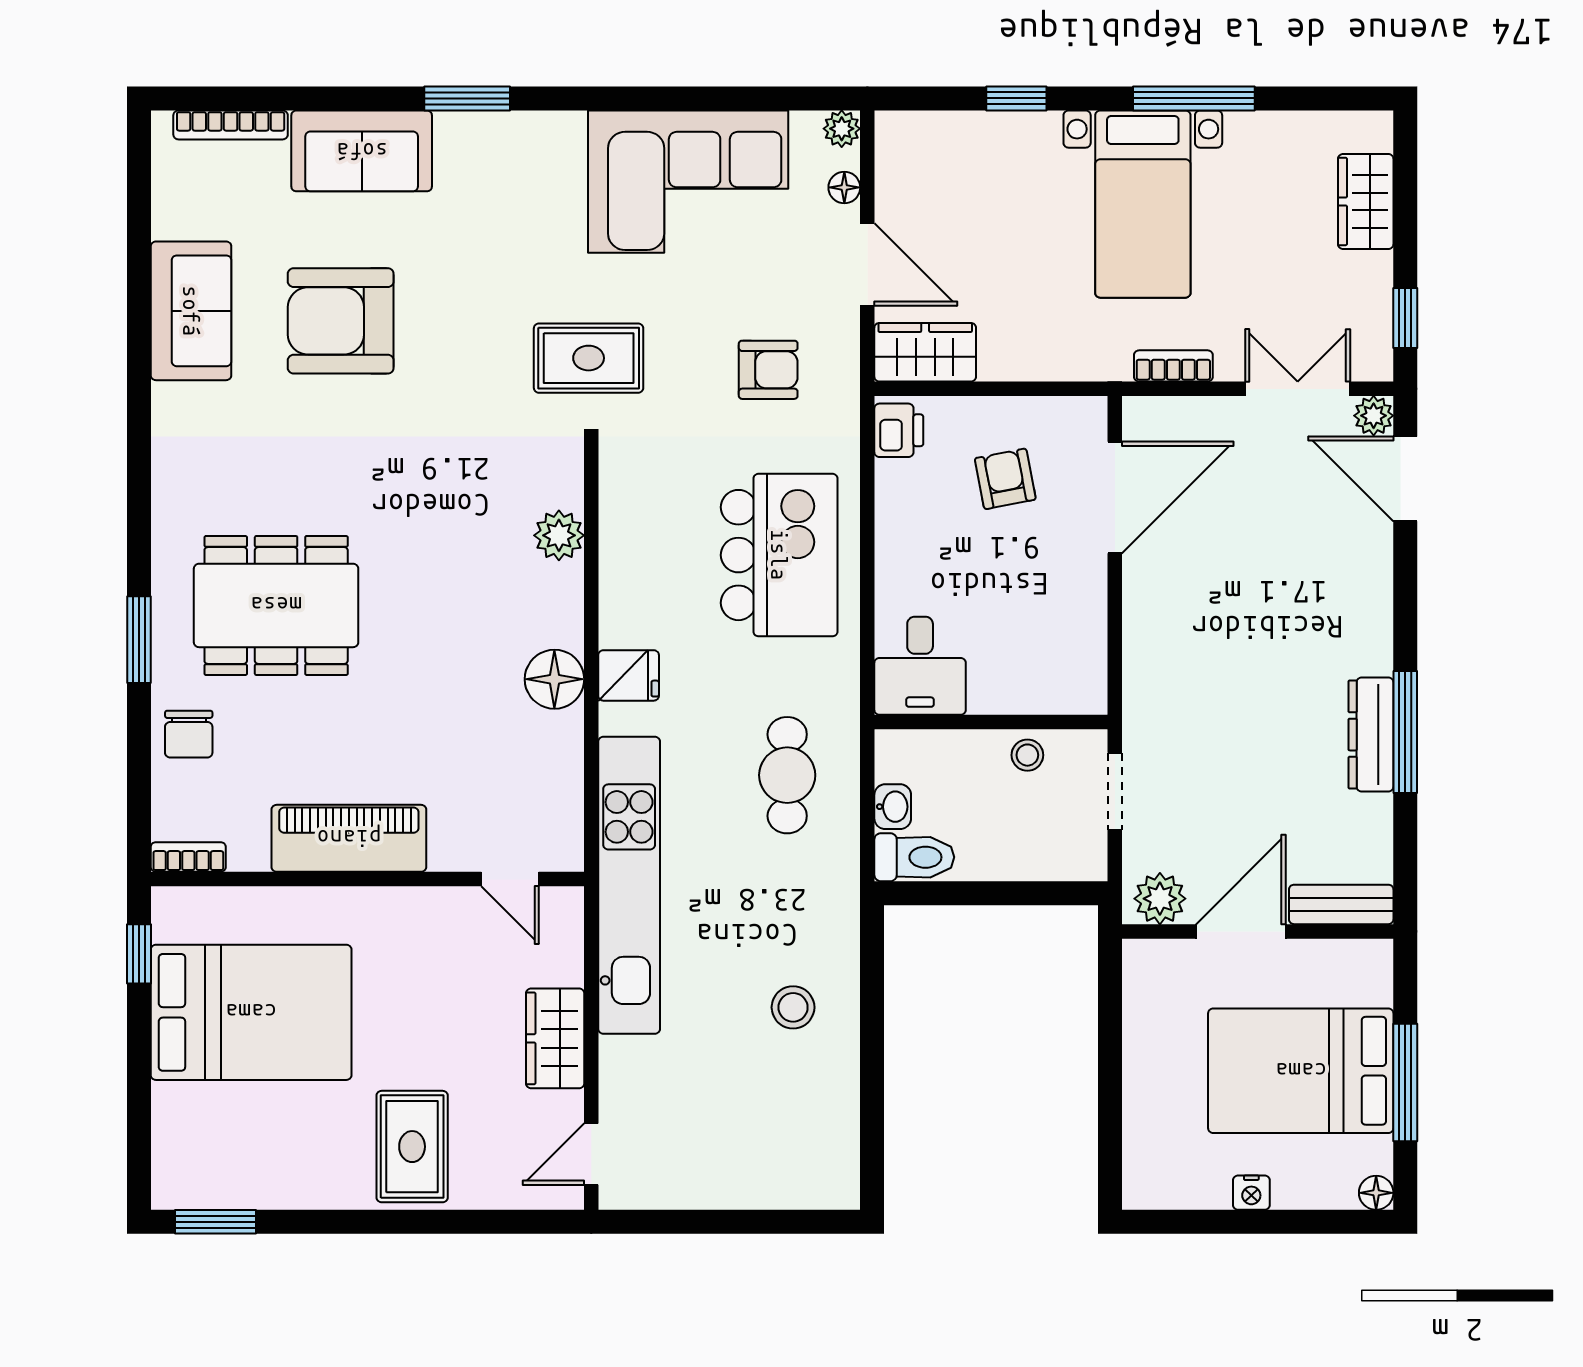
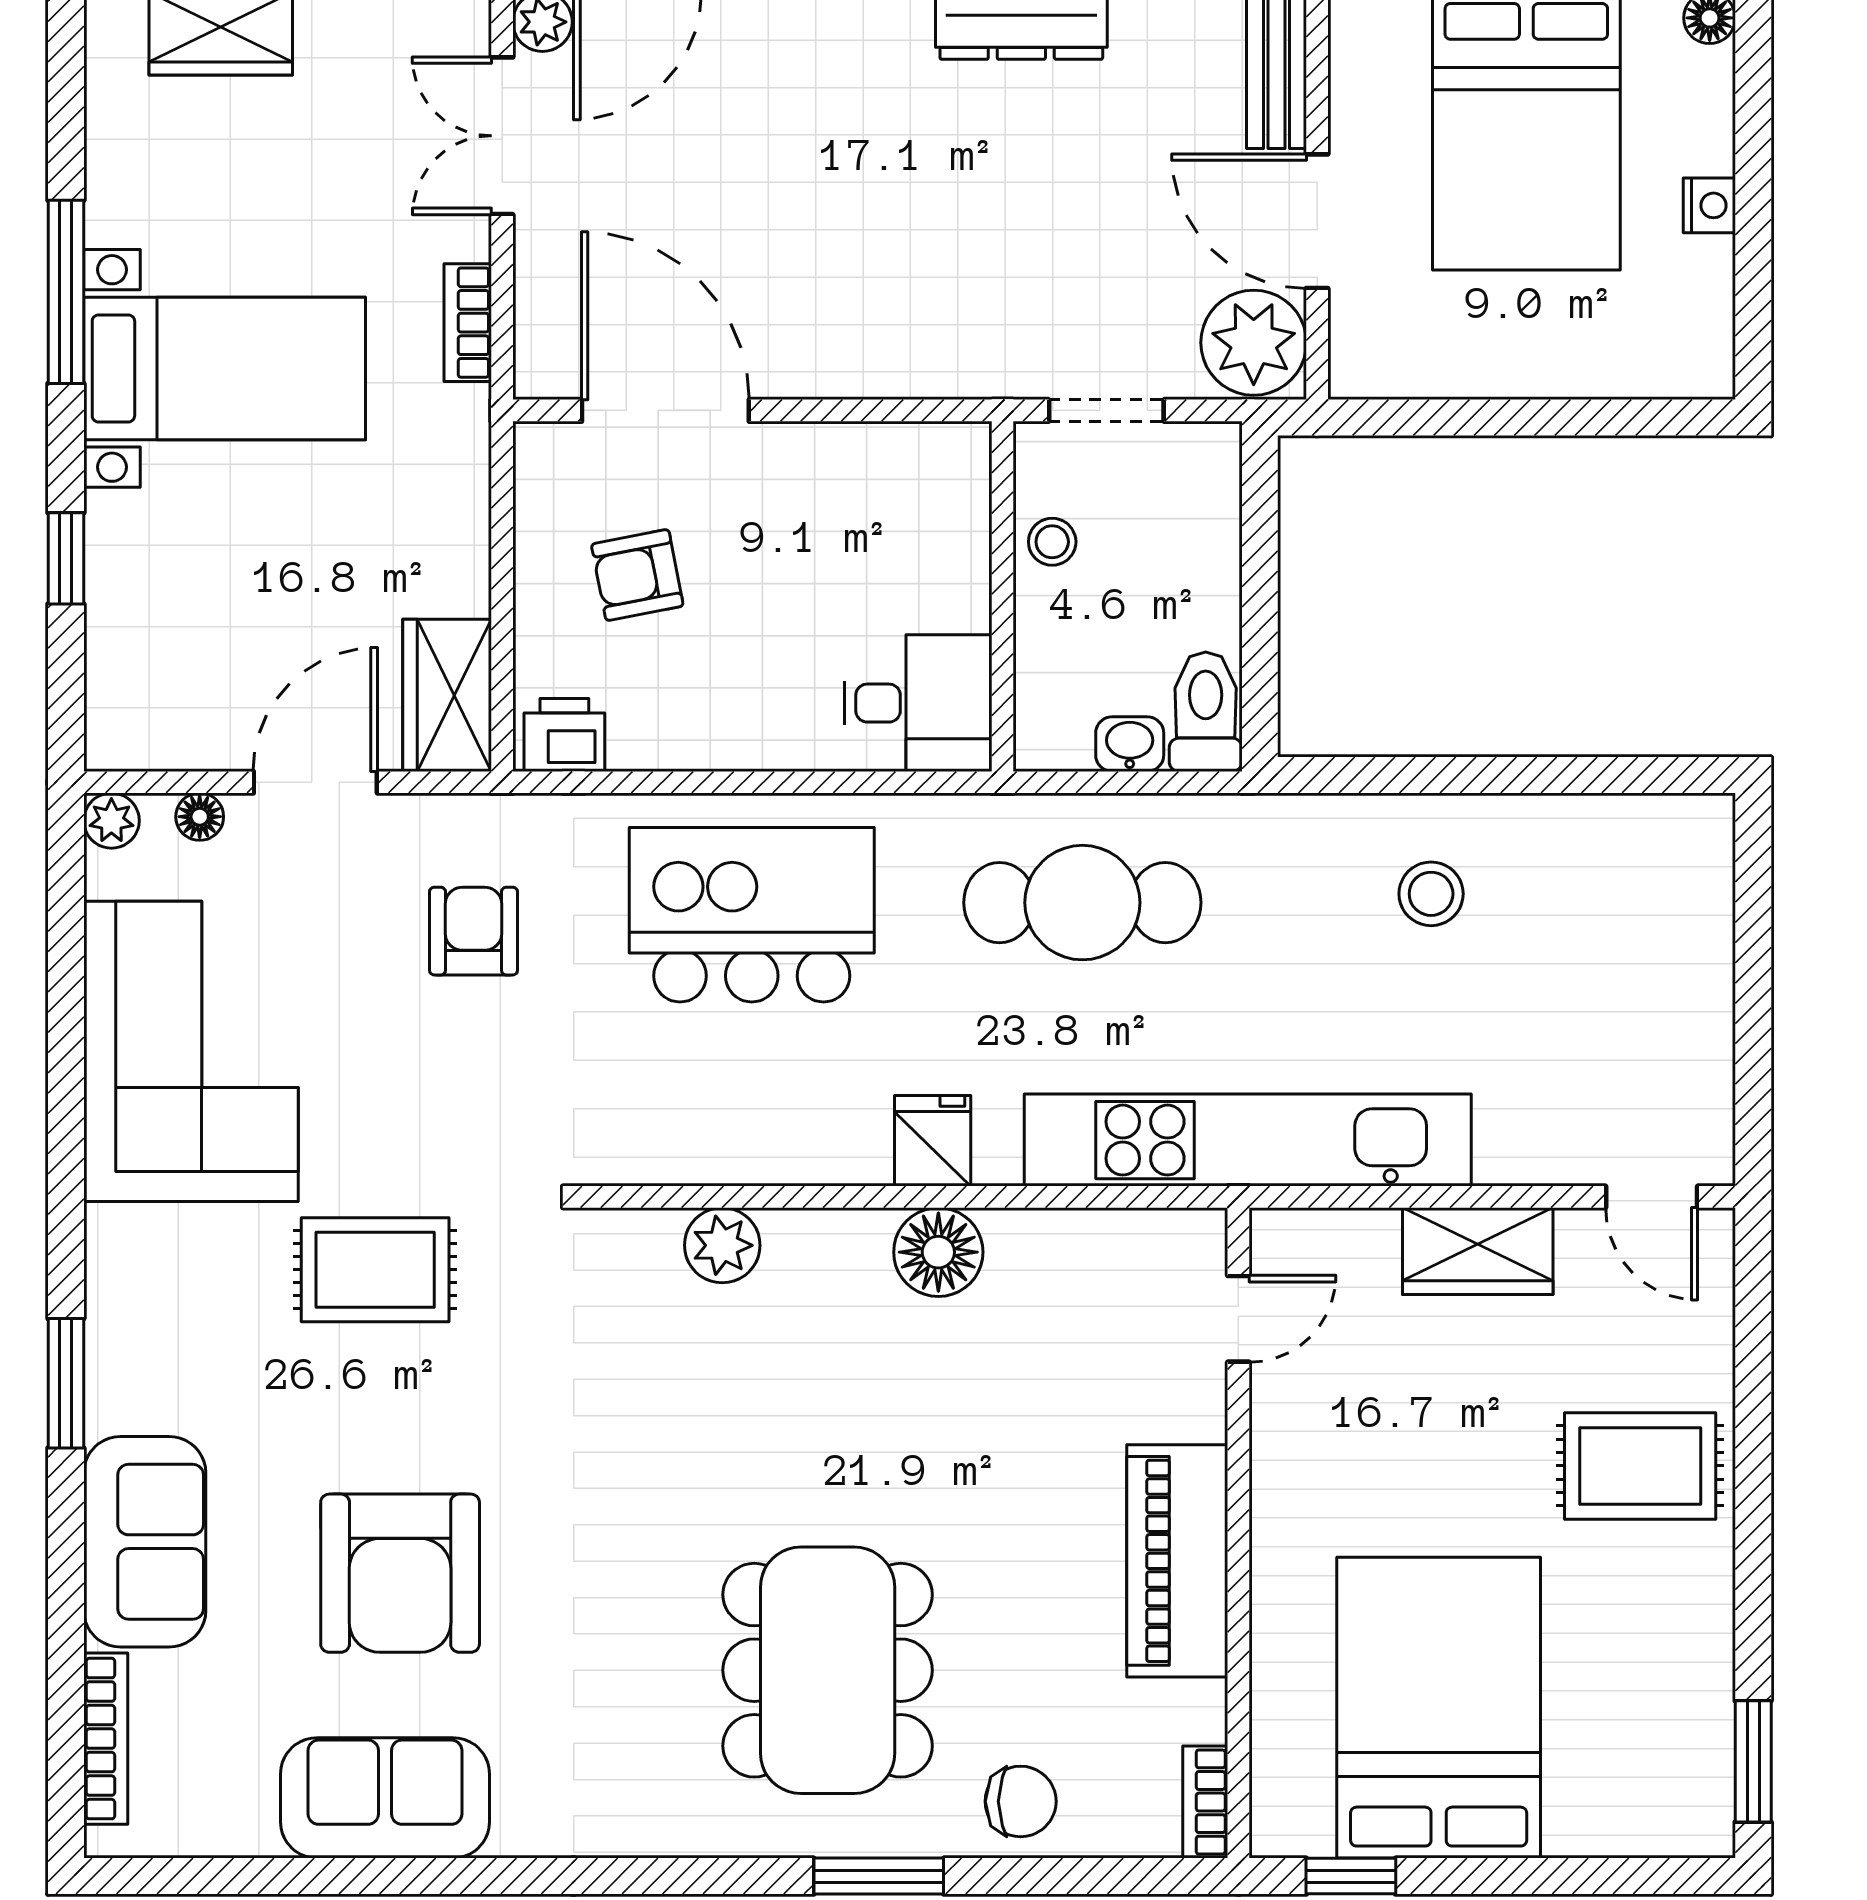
rug: (589, 358) -> (375, 1270), moved, turned 90
cafe table: (787, 775) -> (1082, 903), width x1.37, depth x1.35
plant: (1160, 899) -> (1254, 343), width x1.36, depth x1.36

